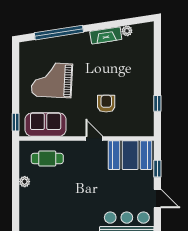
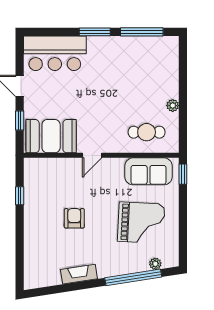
plant: (127, 31) -> (155, 264), moved
armchair: (106, 104) -> (74, 218), moved, turned 180
door: (94, 138) -> (92, 155), hinge flipped

